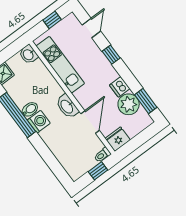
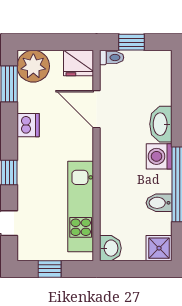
plant: (129, 104) -> (33, 66), moved
washbasin: (67, 106) -> (161, 124), moved, turned 180
bidet: (30, 109) -> (159, 203), moved
door: (90, 122) -> (96, 109), hinge flipped

